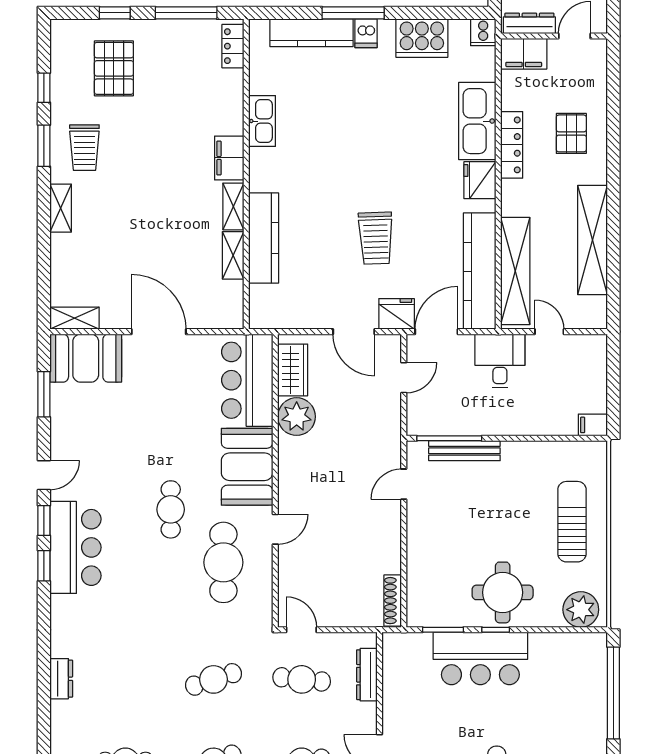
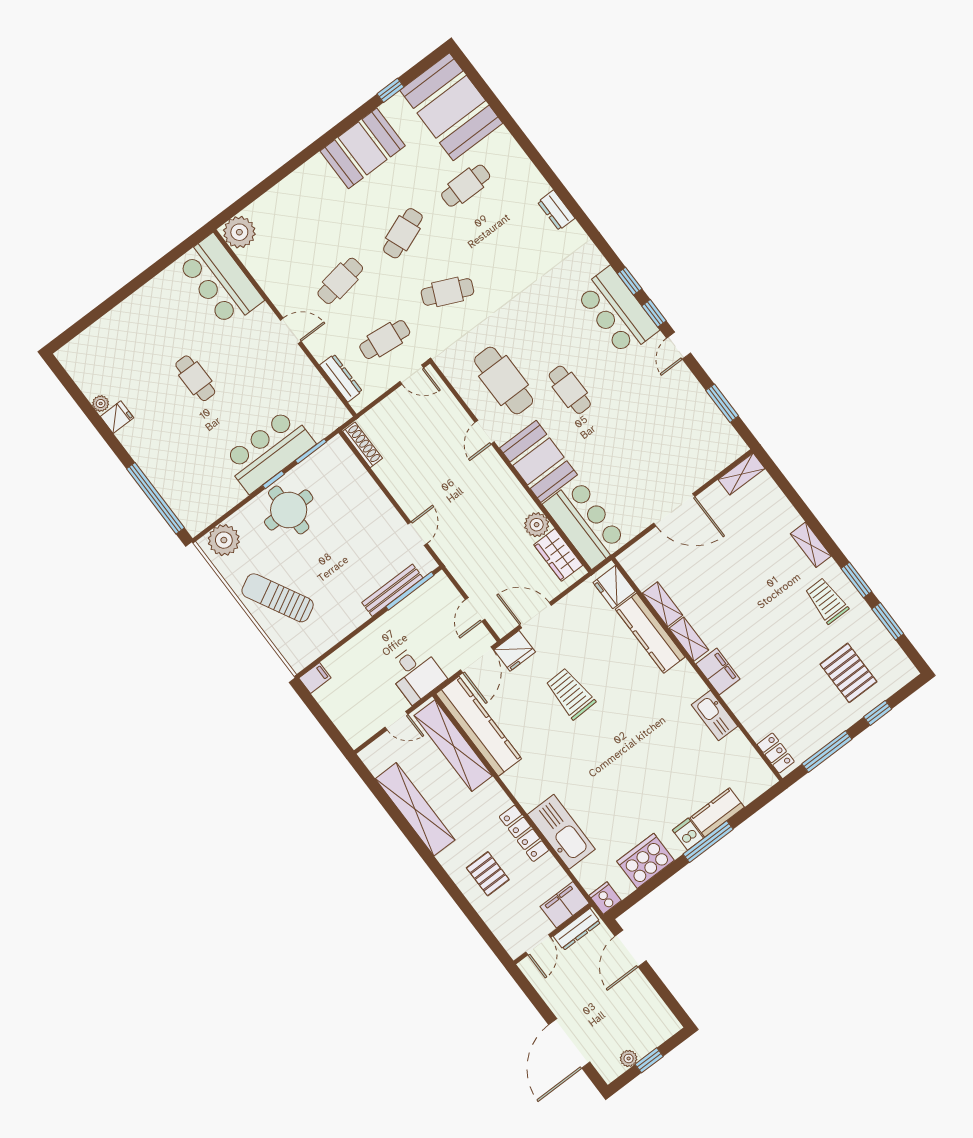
kitchen counter: (311, 33) -> (717, 812), width x0.67
window: (44, 88) -> (888, 621), width x1.50
fridge: (480, 180) -> (614, 587), moved, turned 180
booth: (86, 358) -> (712, 452), removed
plant: (297, 417) -> (537, 525), width x0.73, depth x0.73
sun lounger: (572, 522) -> (278, 598), turned 152
cafe table: (213, 679) -> (447, 292), turned 42

